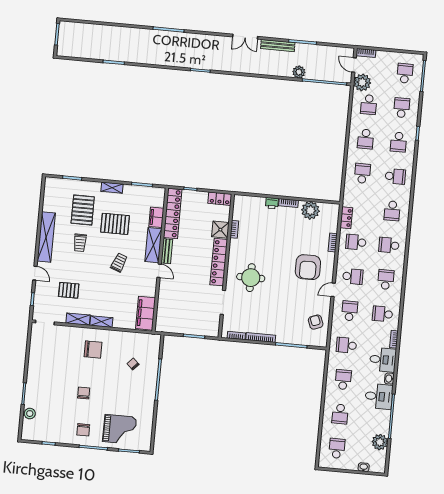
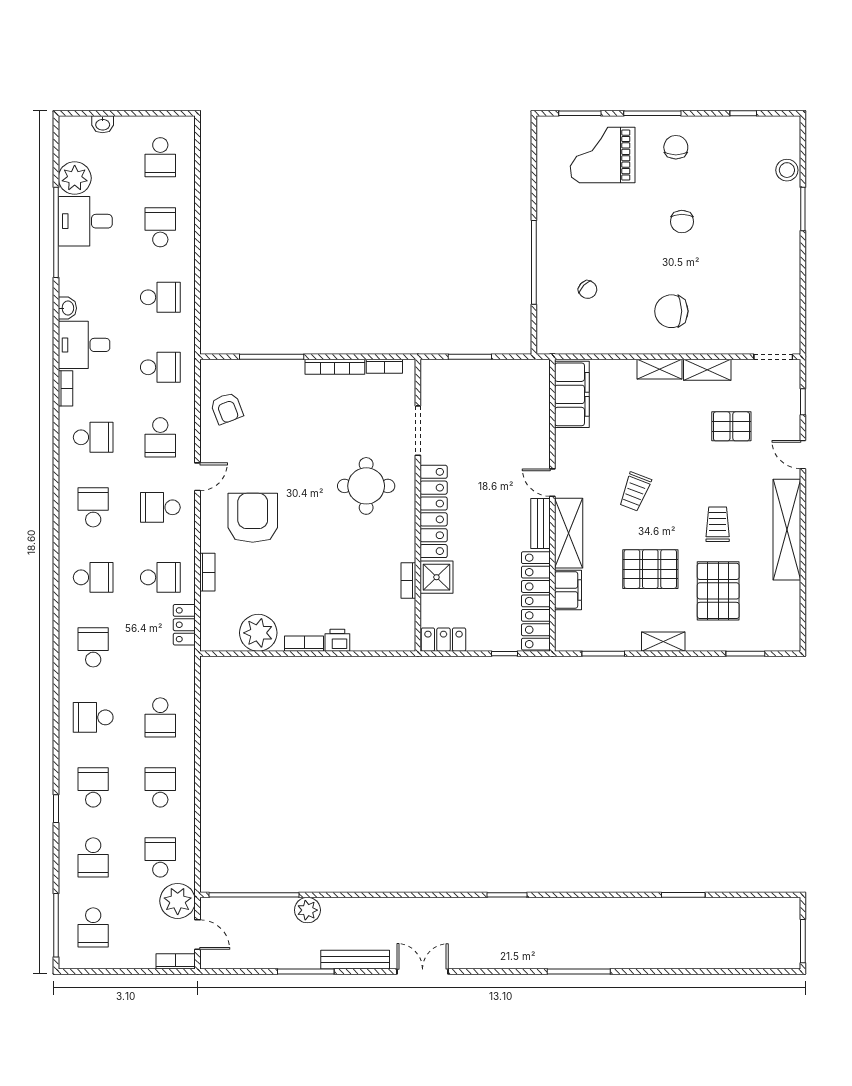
school desk: (386, 280) -> (93, 507), turned 180
school desk: (343, 380) -> (160, 297), turned -90
desk: (379, 396) -> (85, 221), moved

